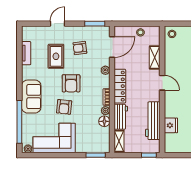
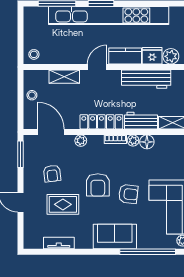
armchair: (71, 83) -> (98, 185), turned 90
kitchen counter: (171, 104) -> (125, 56), added
plant: (171, 140) -> (171, 56), added

